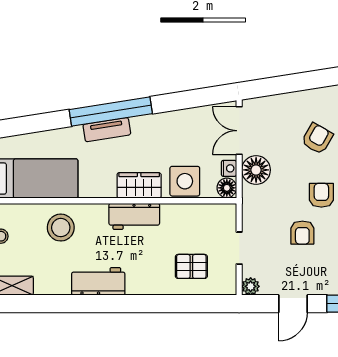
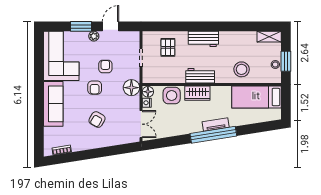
floor lamp: (256, 170) -> (131, 88), moved
pallet: (191, 266) -> (168, 47), turned 90
workbench: (98, 281) -> (203, 39), moved
plant: (251, 286) -> (94, 36), moved

